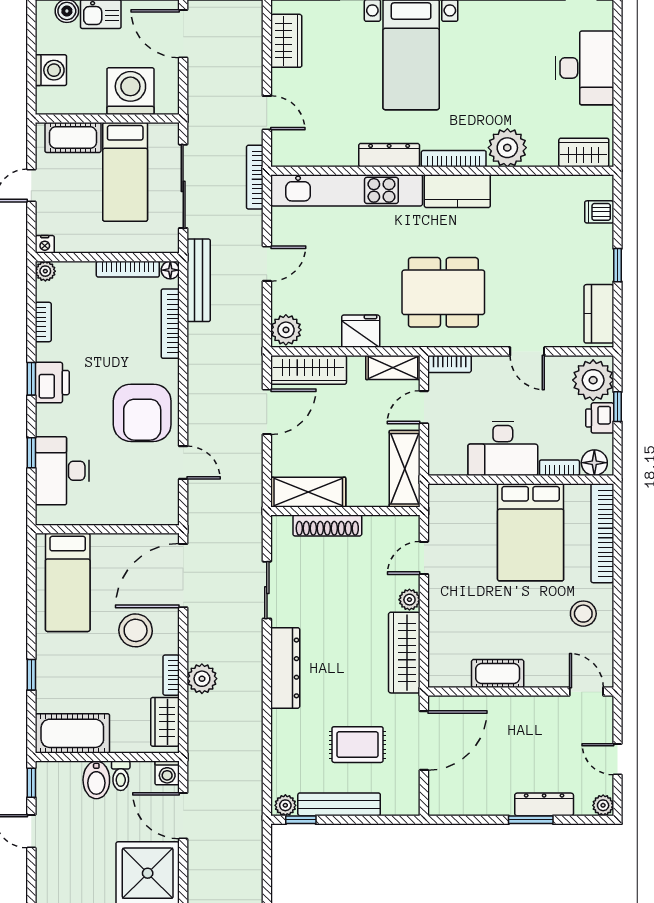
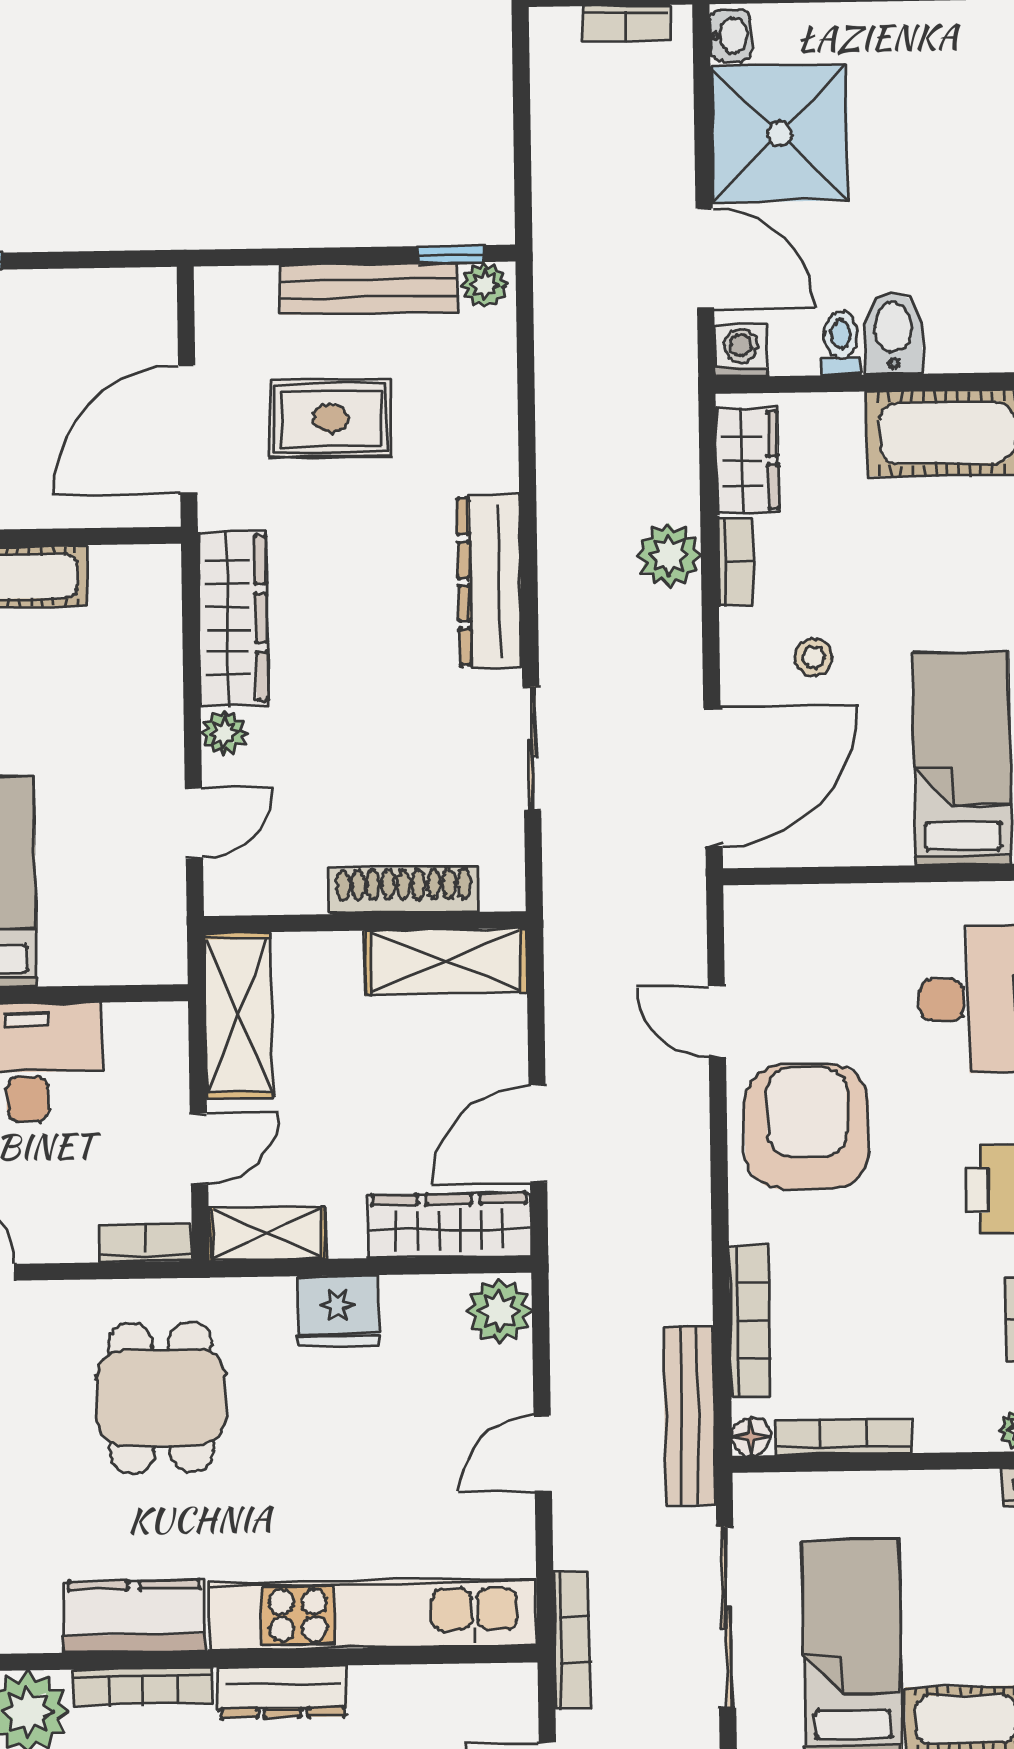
dining table: (443, 292) -> (161, 1397), width x0.73
stool: (136, 630) -> (814, 657), width x0.53, depth x0.53

